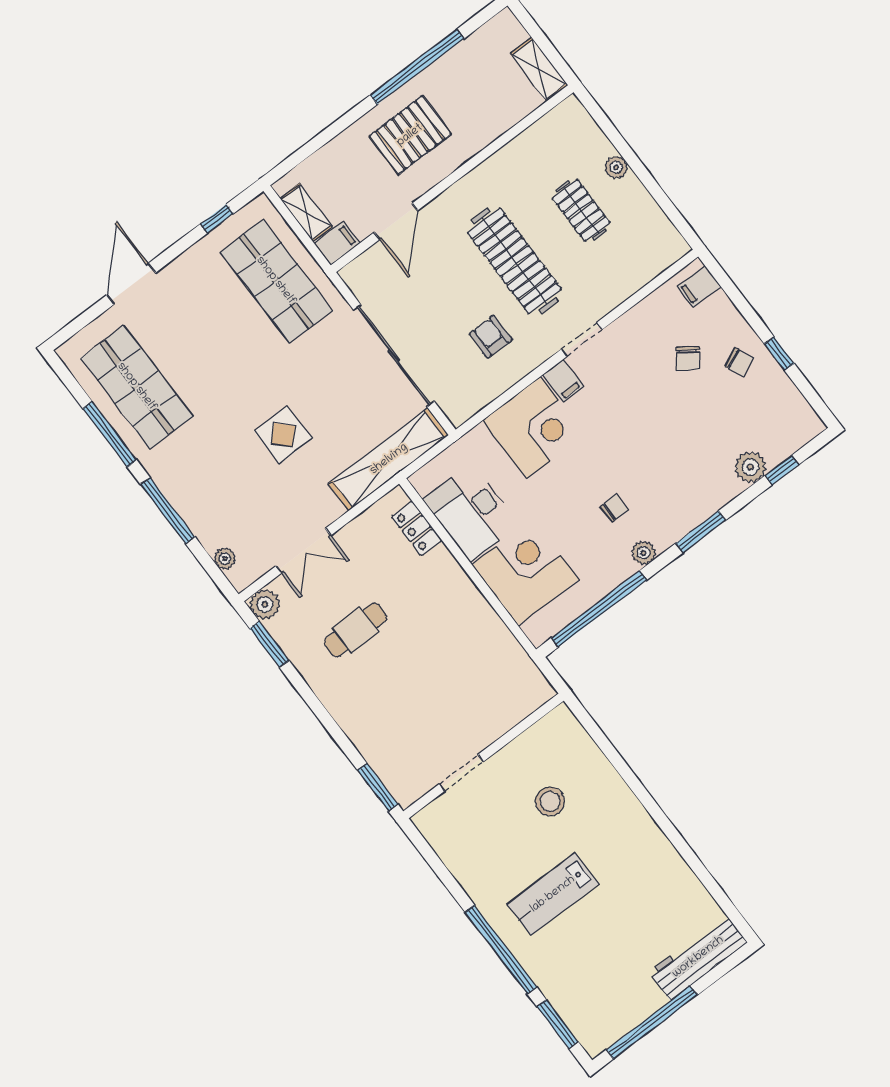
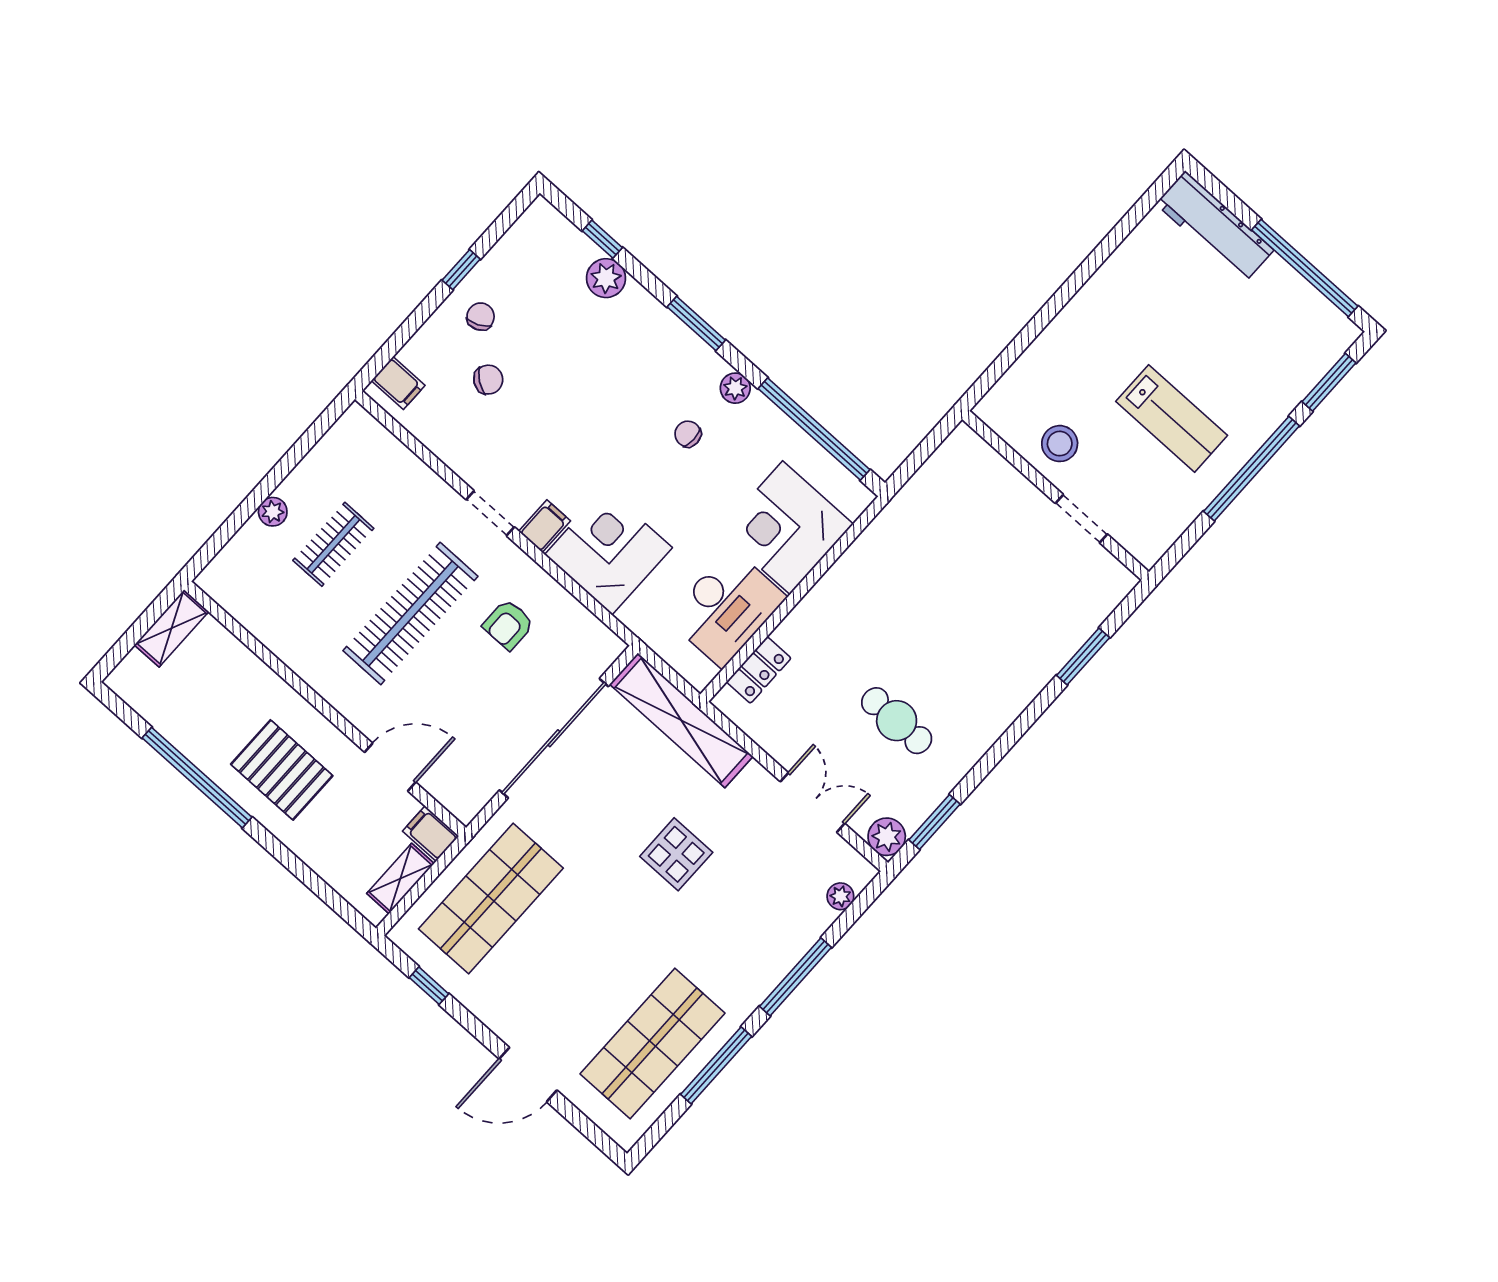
wall: (484, 756) -> (1056, 496), moved
doorway: (461, 773) -> (1081, 519), moved

